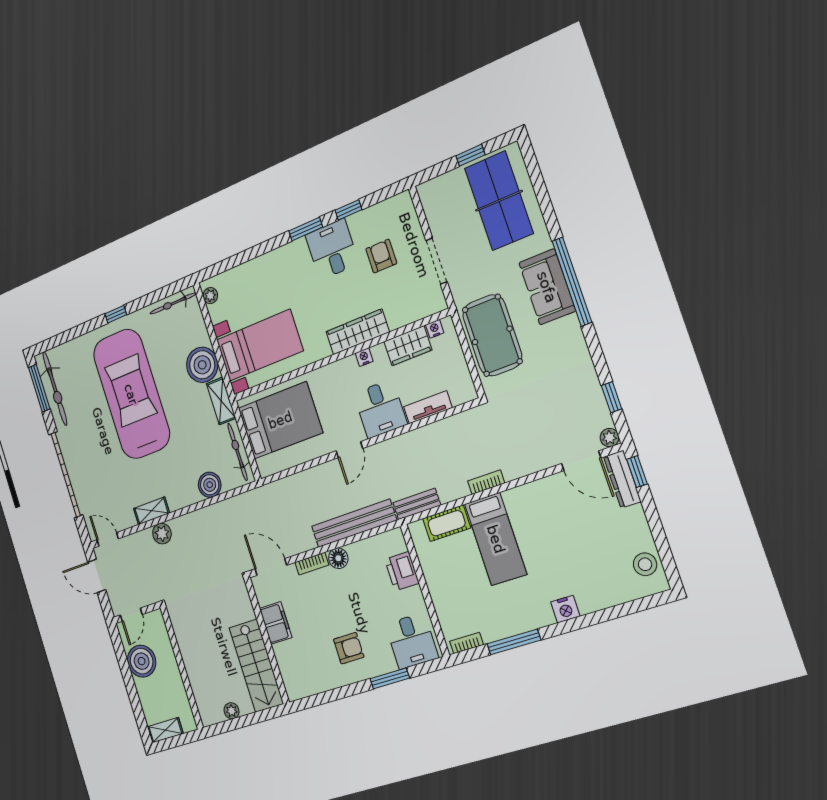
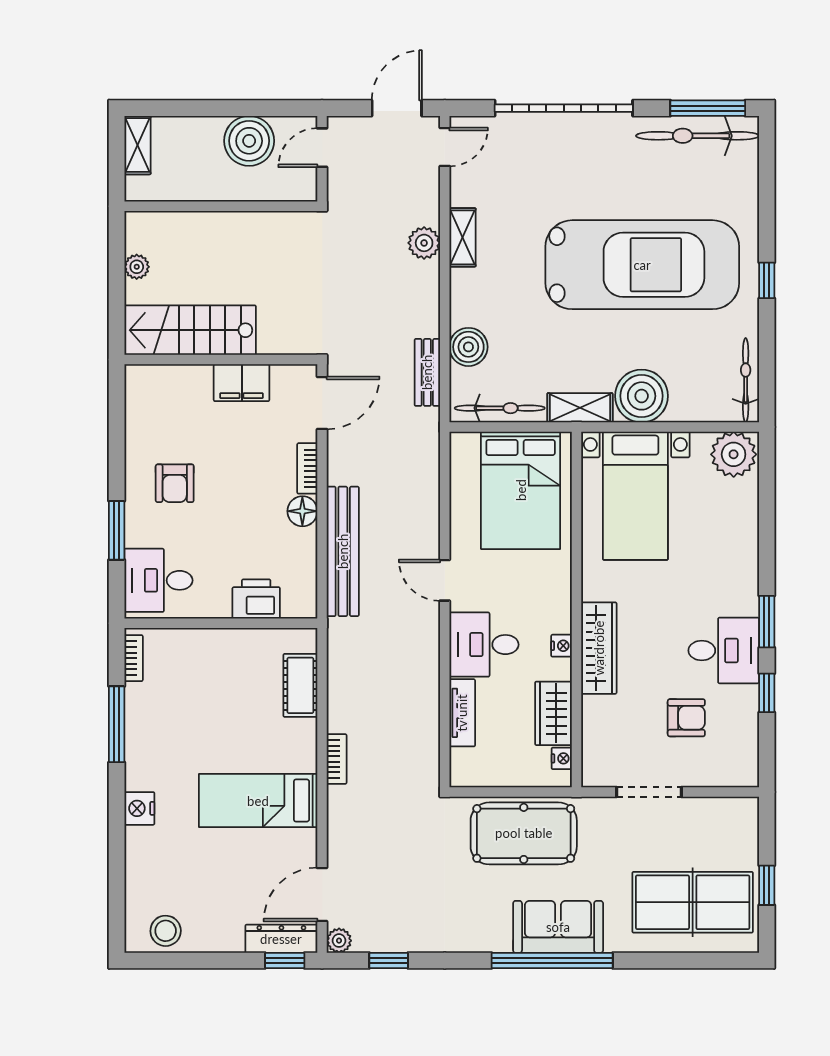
plant: (210, 296) -> (734, 454), width x1.87, depth x1.87
bench: (417, 504) -> (427, 372), moved
bed: (496, 539) -> (258, 801), moved
door: (131, 615) -> (322, 148), hinge flipped

